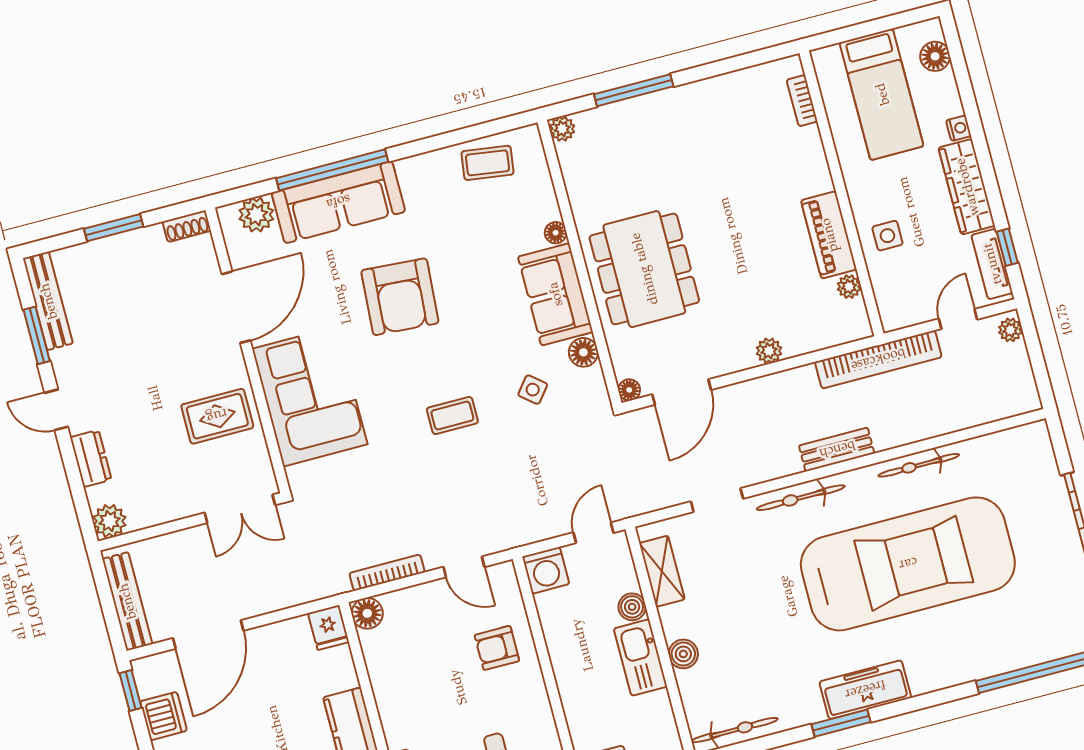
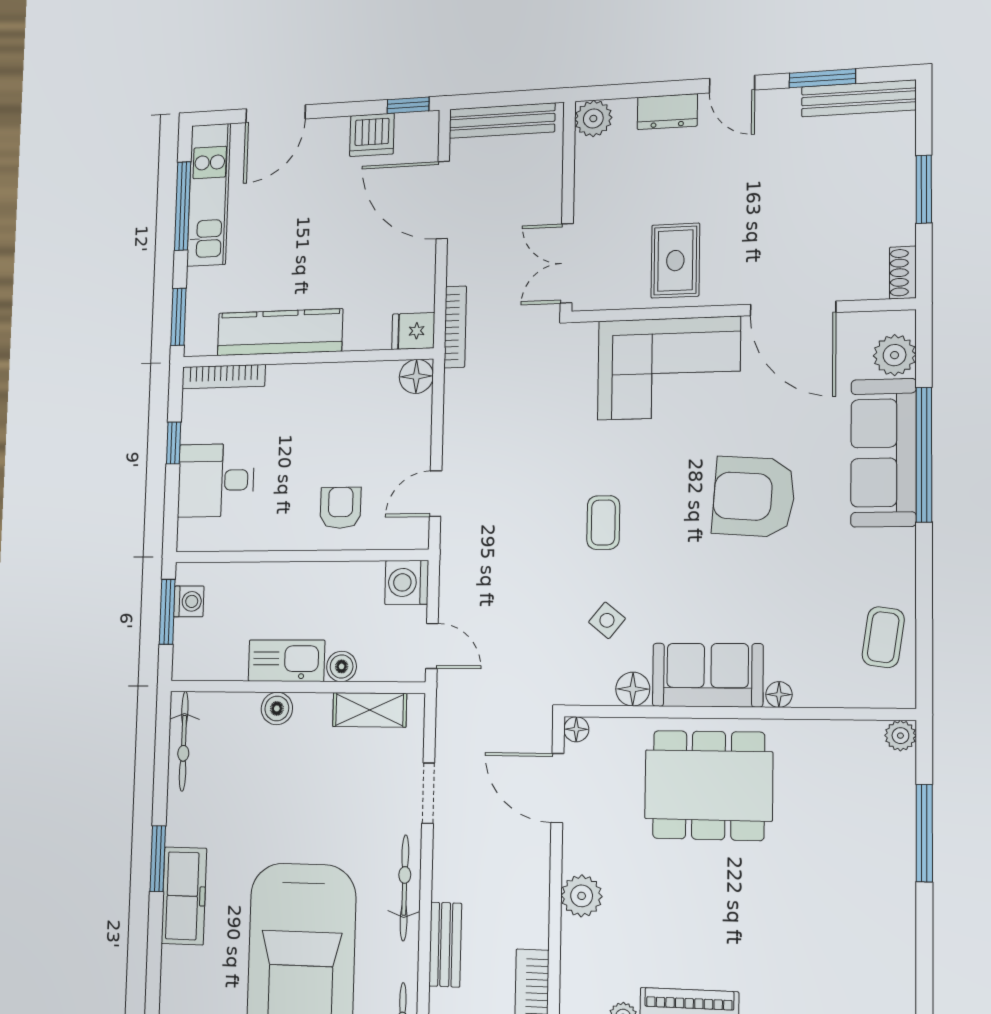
plant: (769, 351) -> (582, 896), width x1.38, depth x1.38
door: (56, 410) -> (732, 84), swing flipped
bookcase: (387, 573) -> (455, 327), moved

